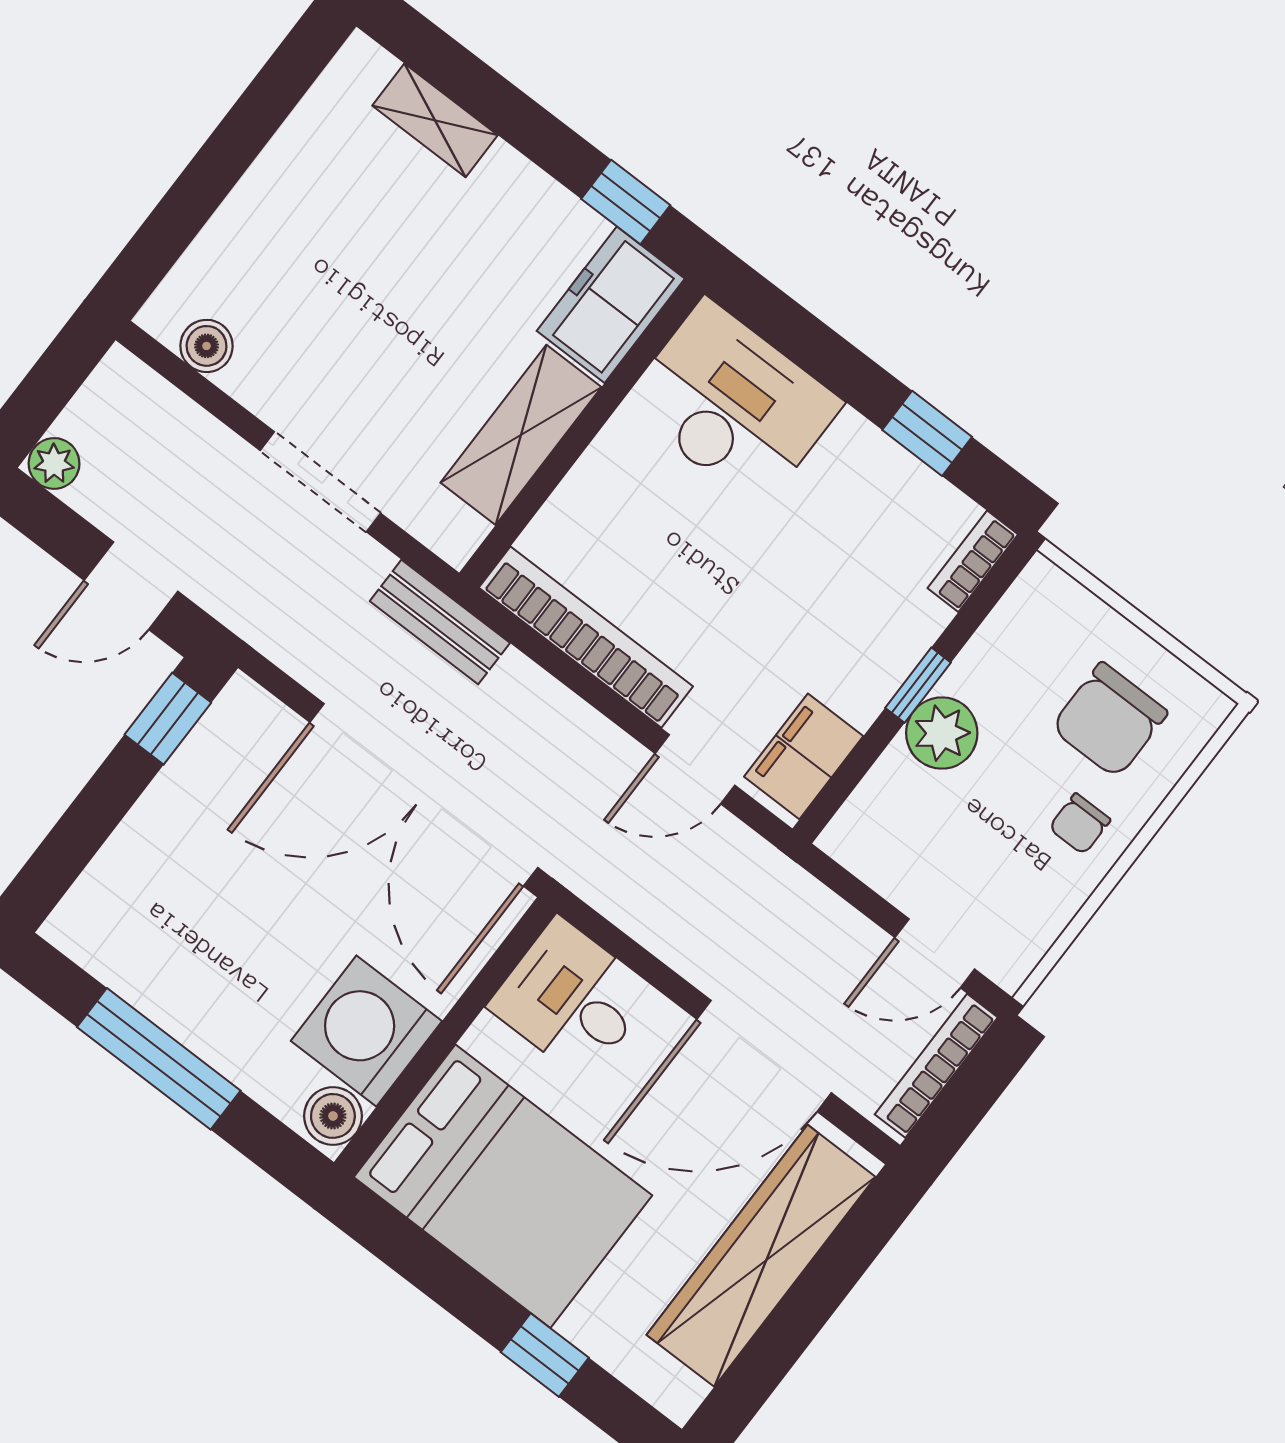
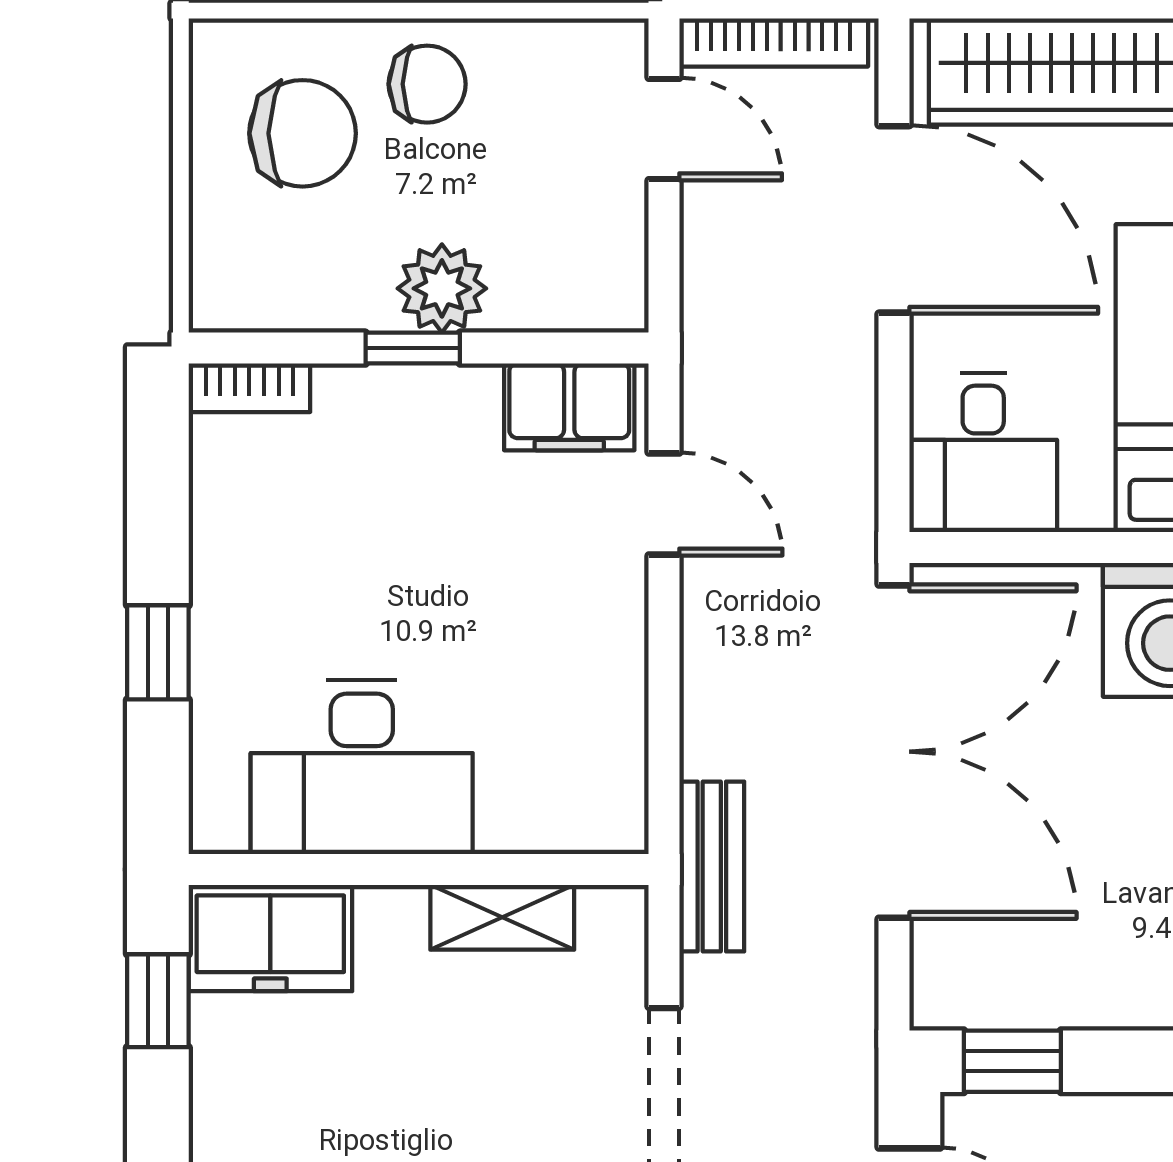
desk: (733, 404) -> (362, 767), moved, turned -90
window: (927, 433) -> (158, 652), moved
shelving: (521, 435) -> (502, 917), width x0.67, depth x0.75
bookcase: (586, 637) -> (616, 711), removed
chair: (1080, 824) -> (427, 84), width x1.37, depth x1.37

